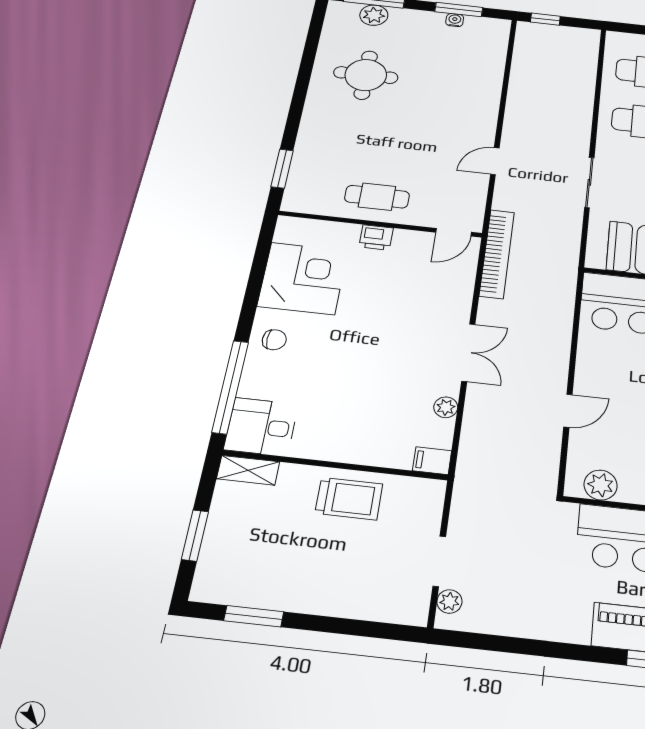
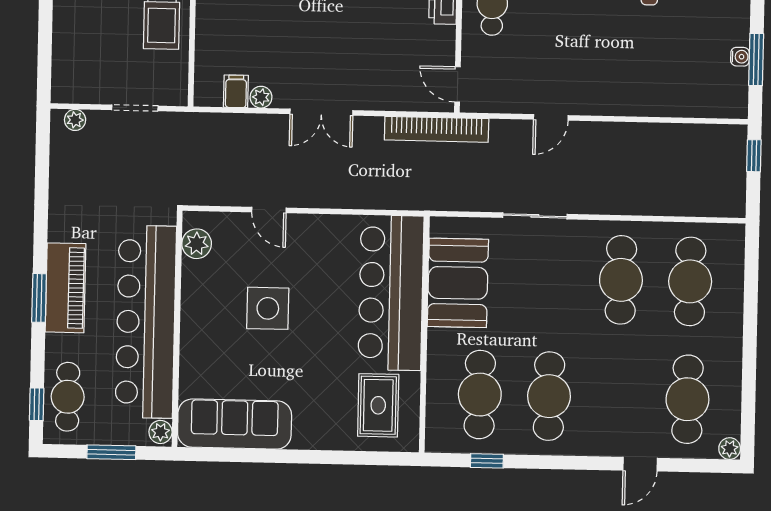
door: (495, 161) -> (551, 117), swing flipped
filing cabinet: (432, 461) -> (236, 91), moved
doorway: (439, 561) -> (135, 108), moved

